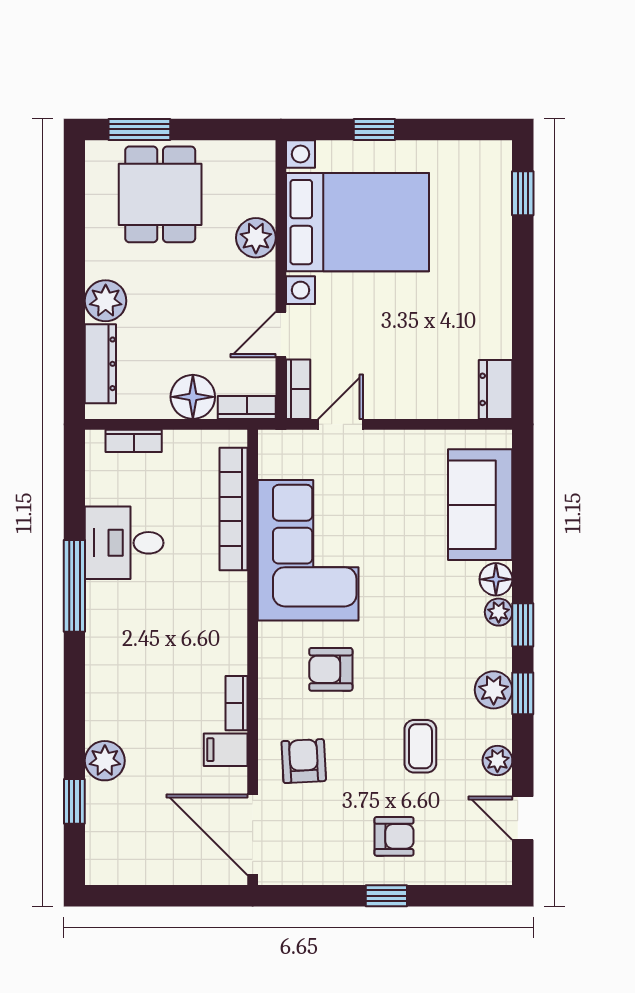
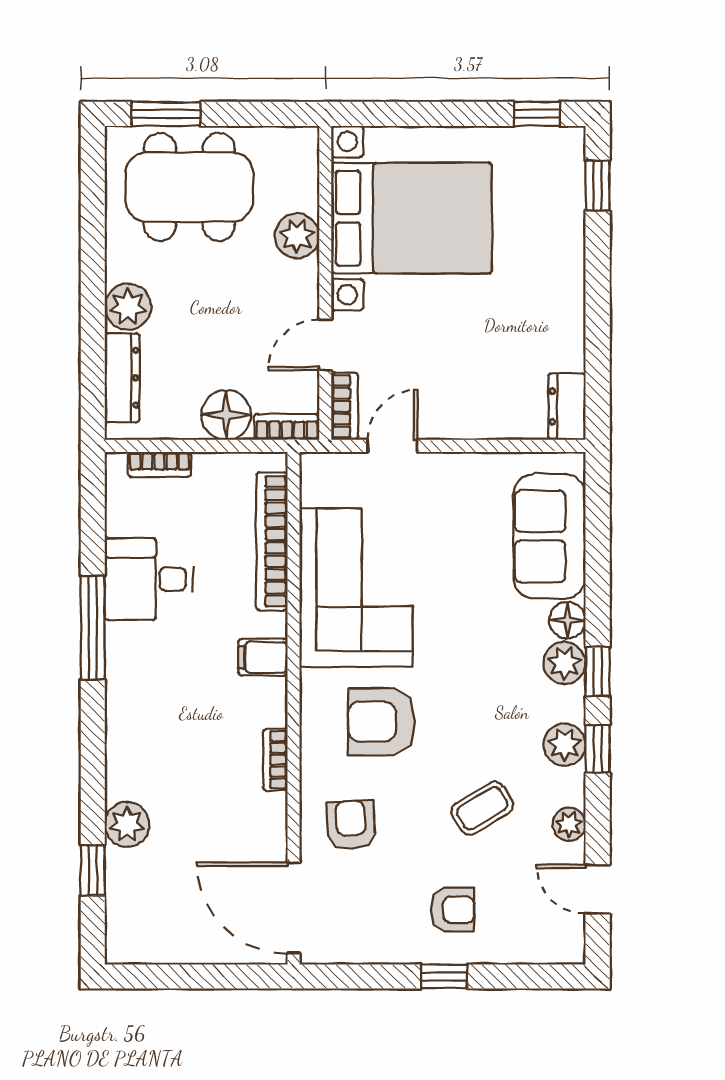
window: (374, 129) -> (537, 114), moved
dining table: (160, 194) -> (189, 187), width x1.37
plant: (499, 612) -> (564, 663), width x1.38, depth x1.38
armchair: (331, 669) -> (381, 722), width x1.38, depth x1.38
coffee table: (420, 746) -> (482, 808), turned 59
filing cabinet: (226, 750) -> (263, 657), moved

